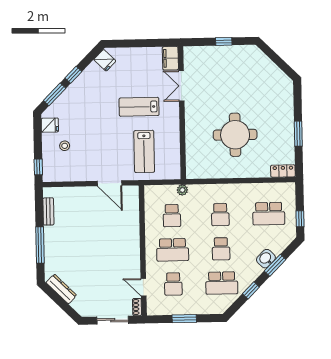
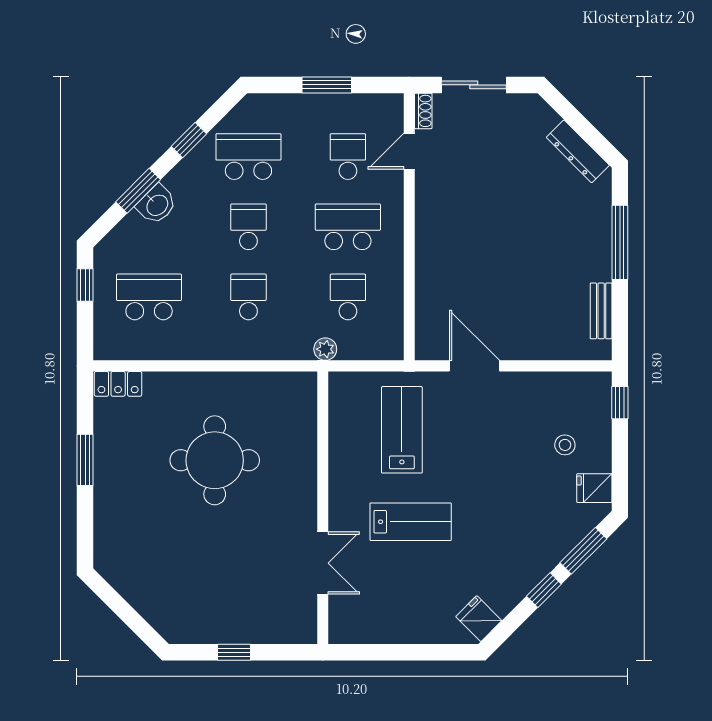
filing cabinet: (170, 58) -> (344, 620), removed
door: (143, 287) -> (409, 151), swing flipped

